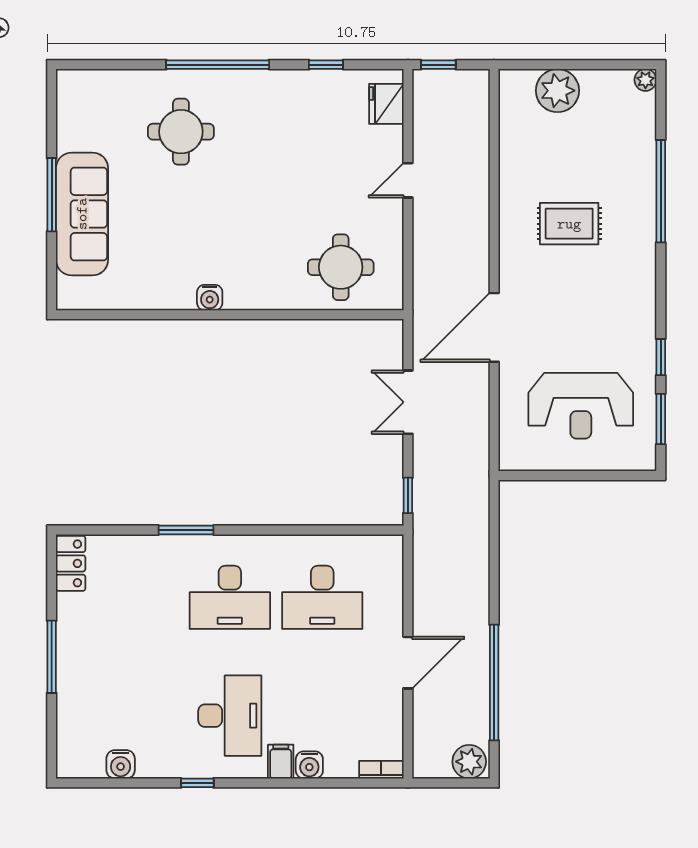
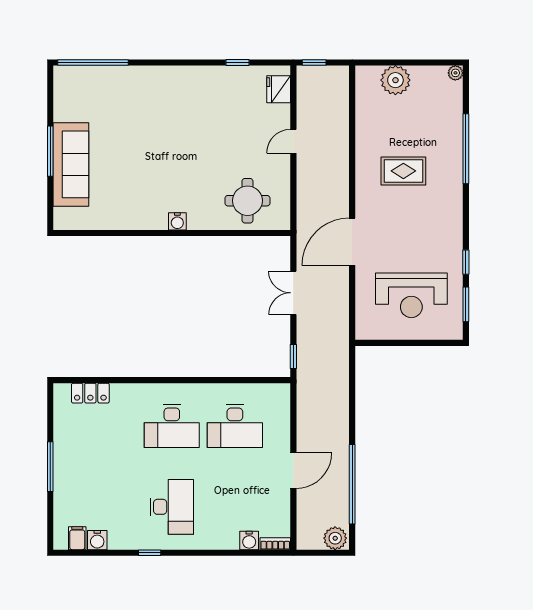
window: (218, 65) -> (93, 62), moved
round table: (181, 132) -> (138, 108), removed
water cooler: (210, 298) -> (177, 221), moved
window: (186, 530) -> (142, 380), removed
locker: (71, 563) -> (90, 393), moved, turned 90
filing cabinet: (281, 762) -> (77, 538), moved
water cooler: (309, 765) -> (249, 540), moved

